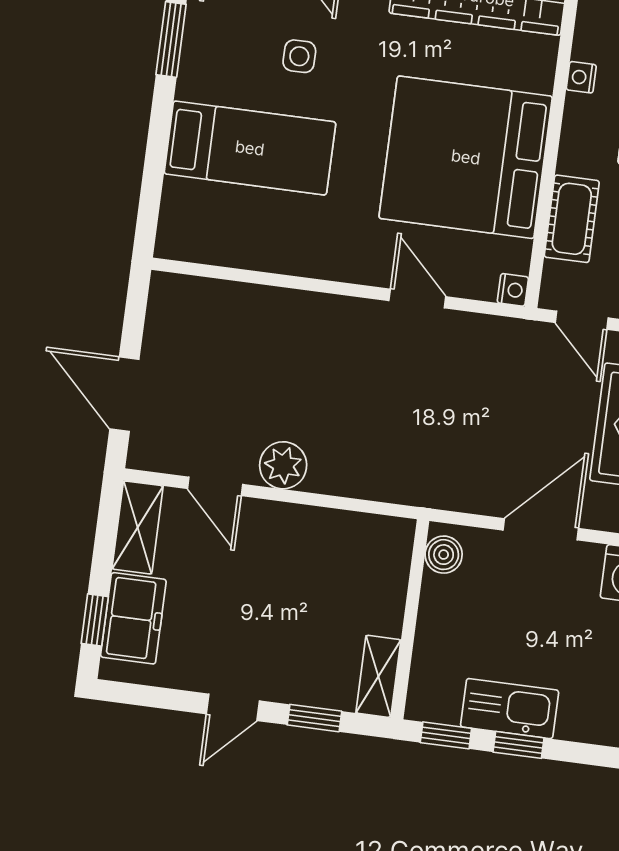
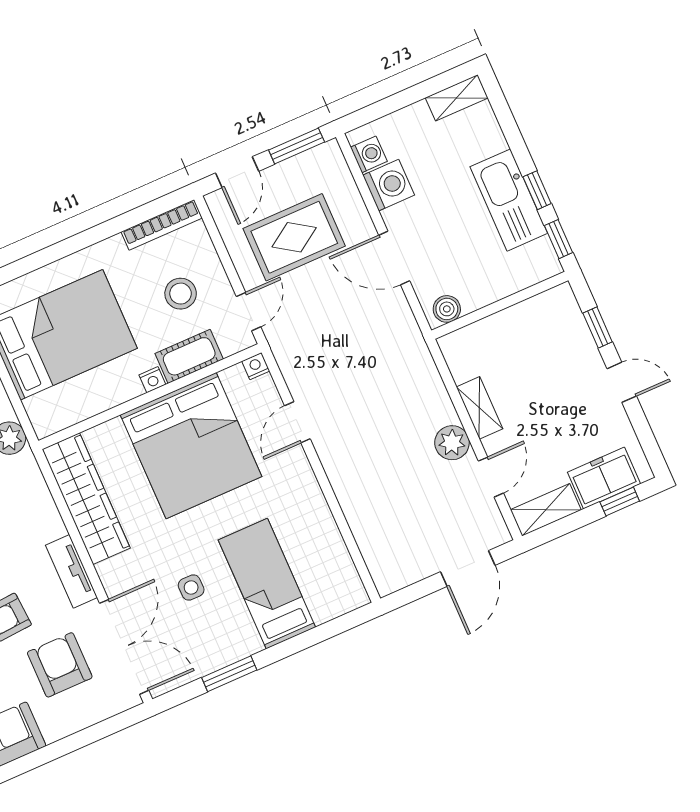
nightstand: (581, 77) -> (152, 380), moved
shelving: (378, 676) -> (479, 408), moved, turned 90
kitchen sink: (510, 709) -> (509, 200), width x1.36, depth x1.24

